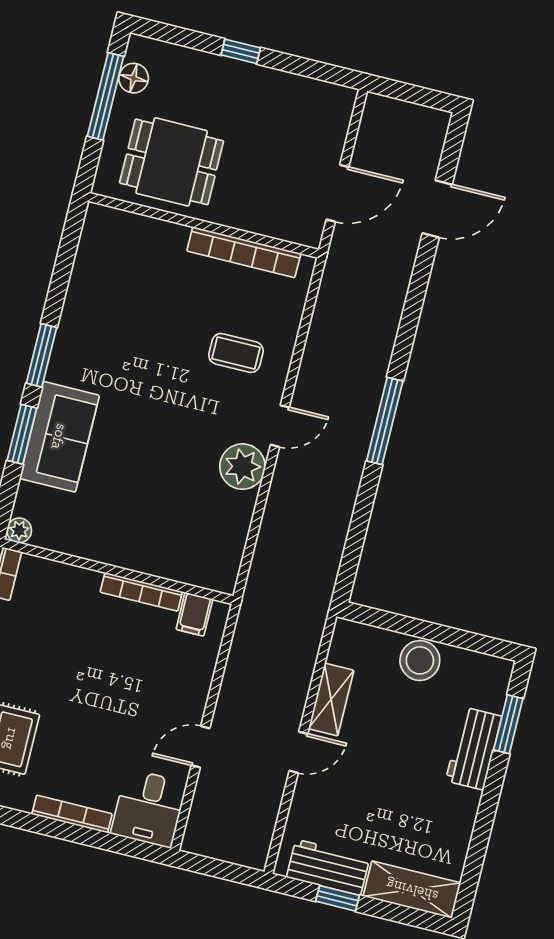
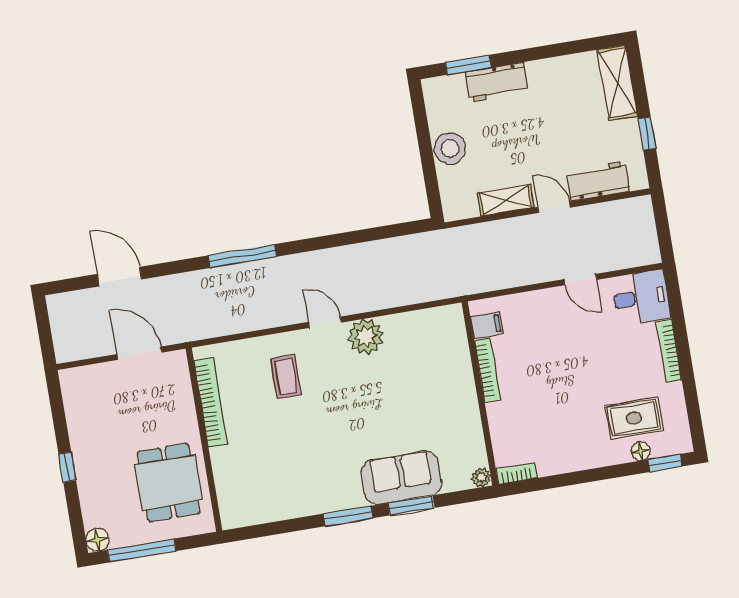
floor lamp: (134, 78) -> (98, 540), moved
window: (385, 421) -> (242, 256), moved
workbench: (328, 867) -> (598, 181), moved, turned 90

